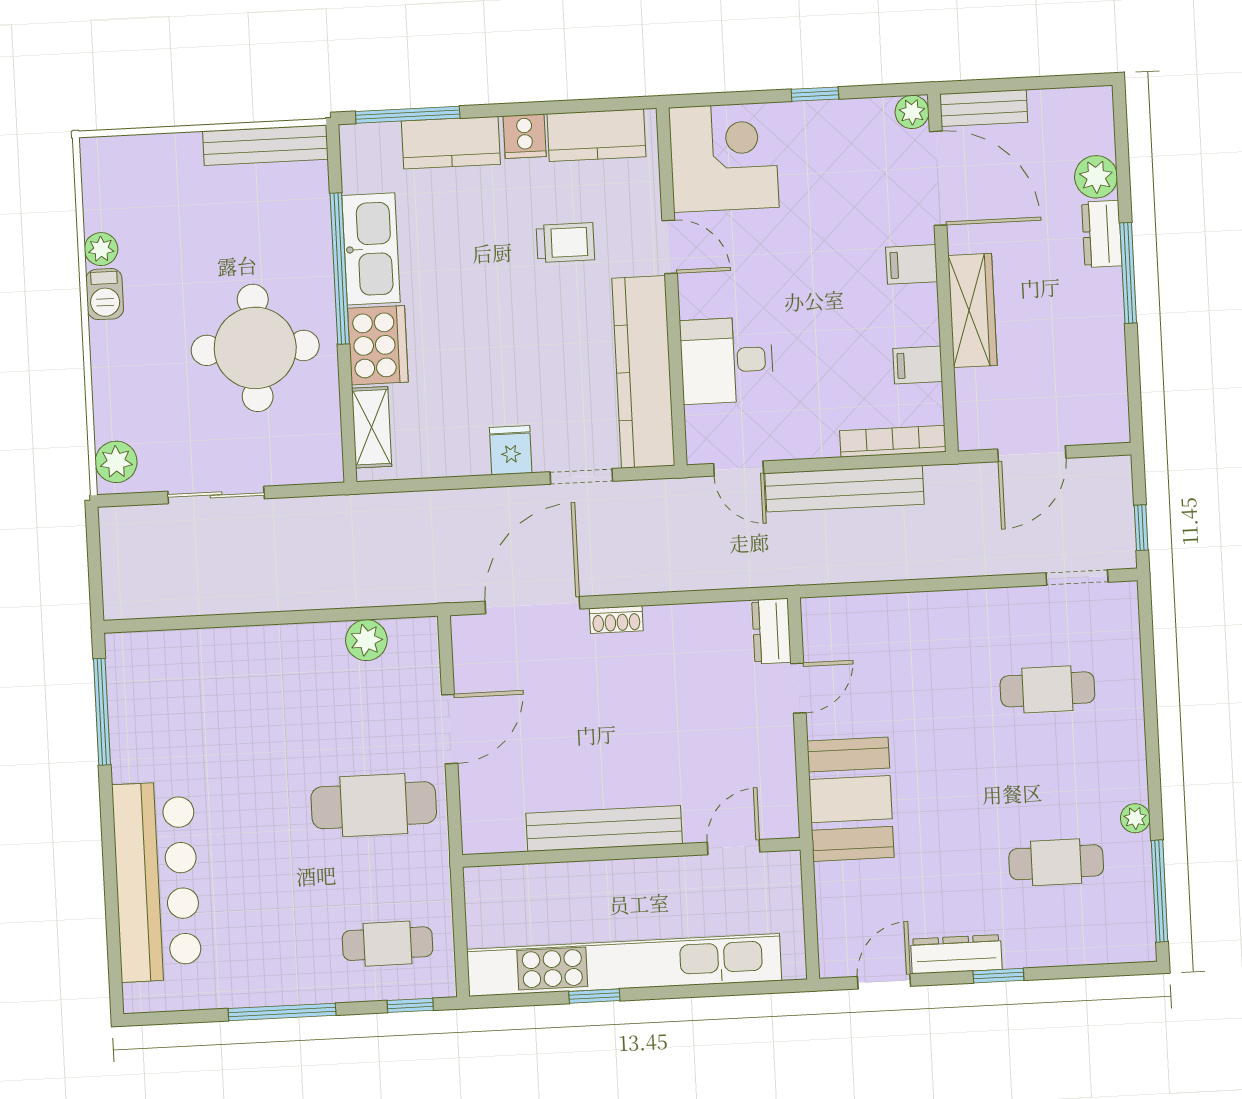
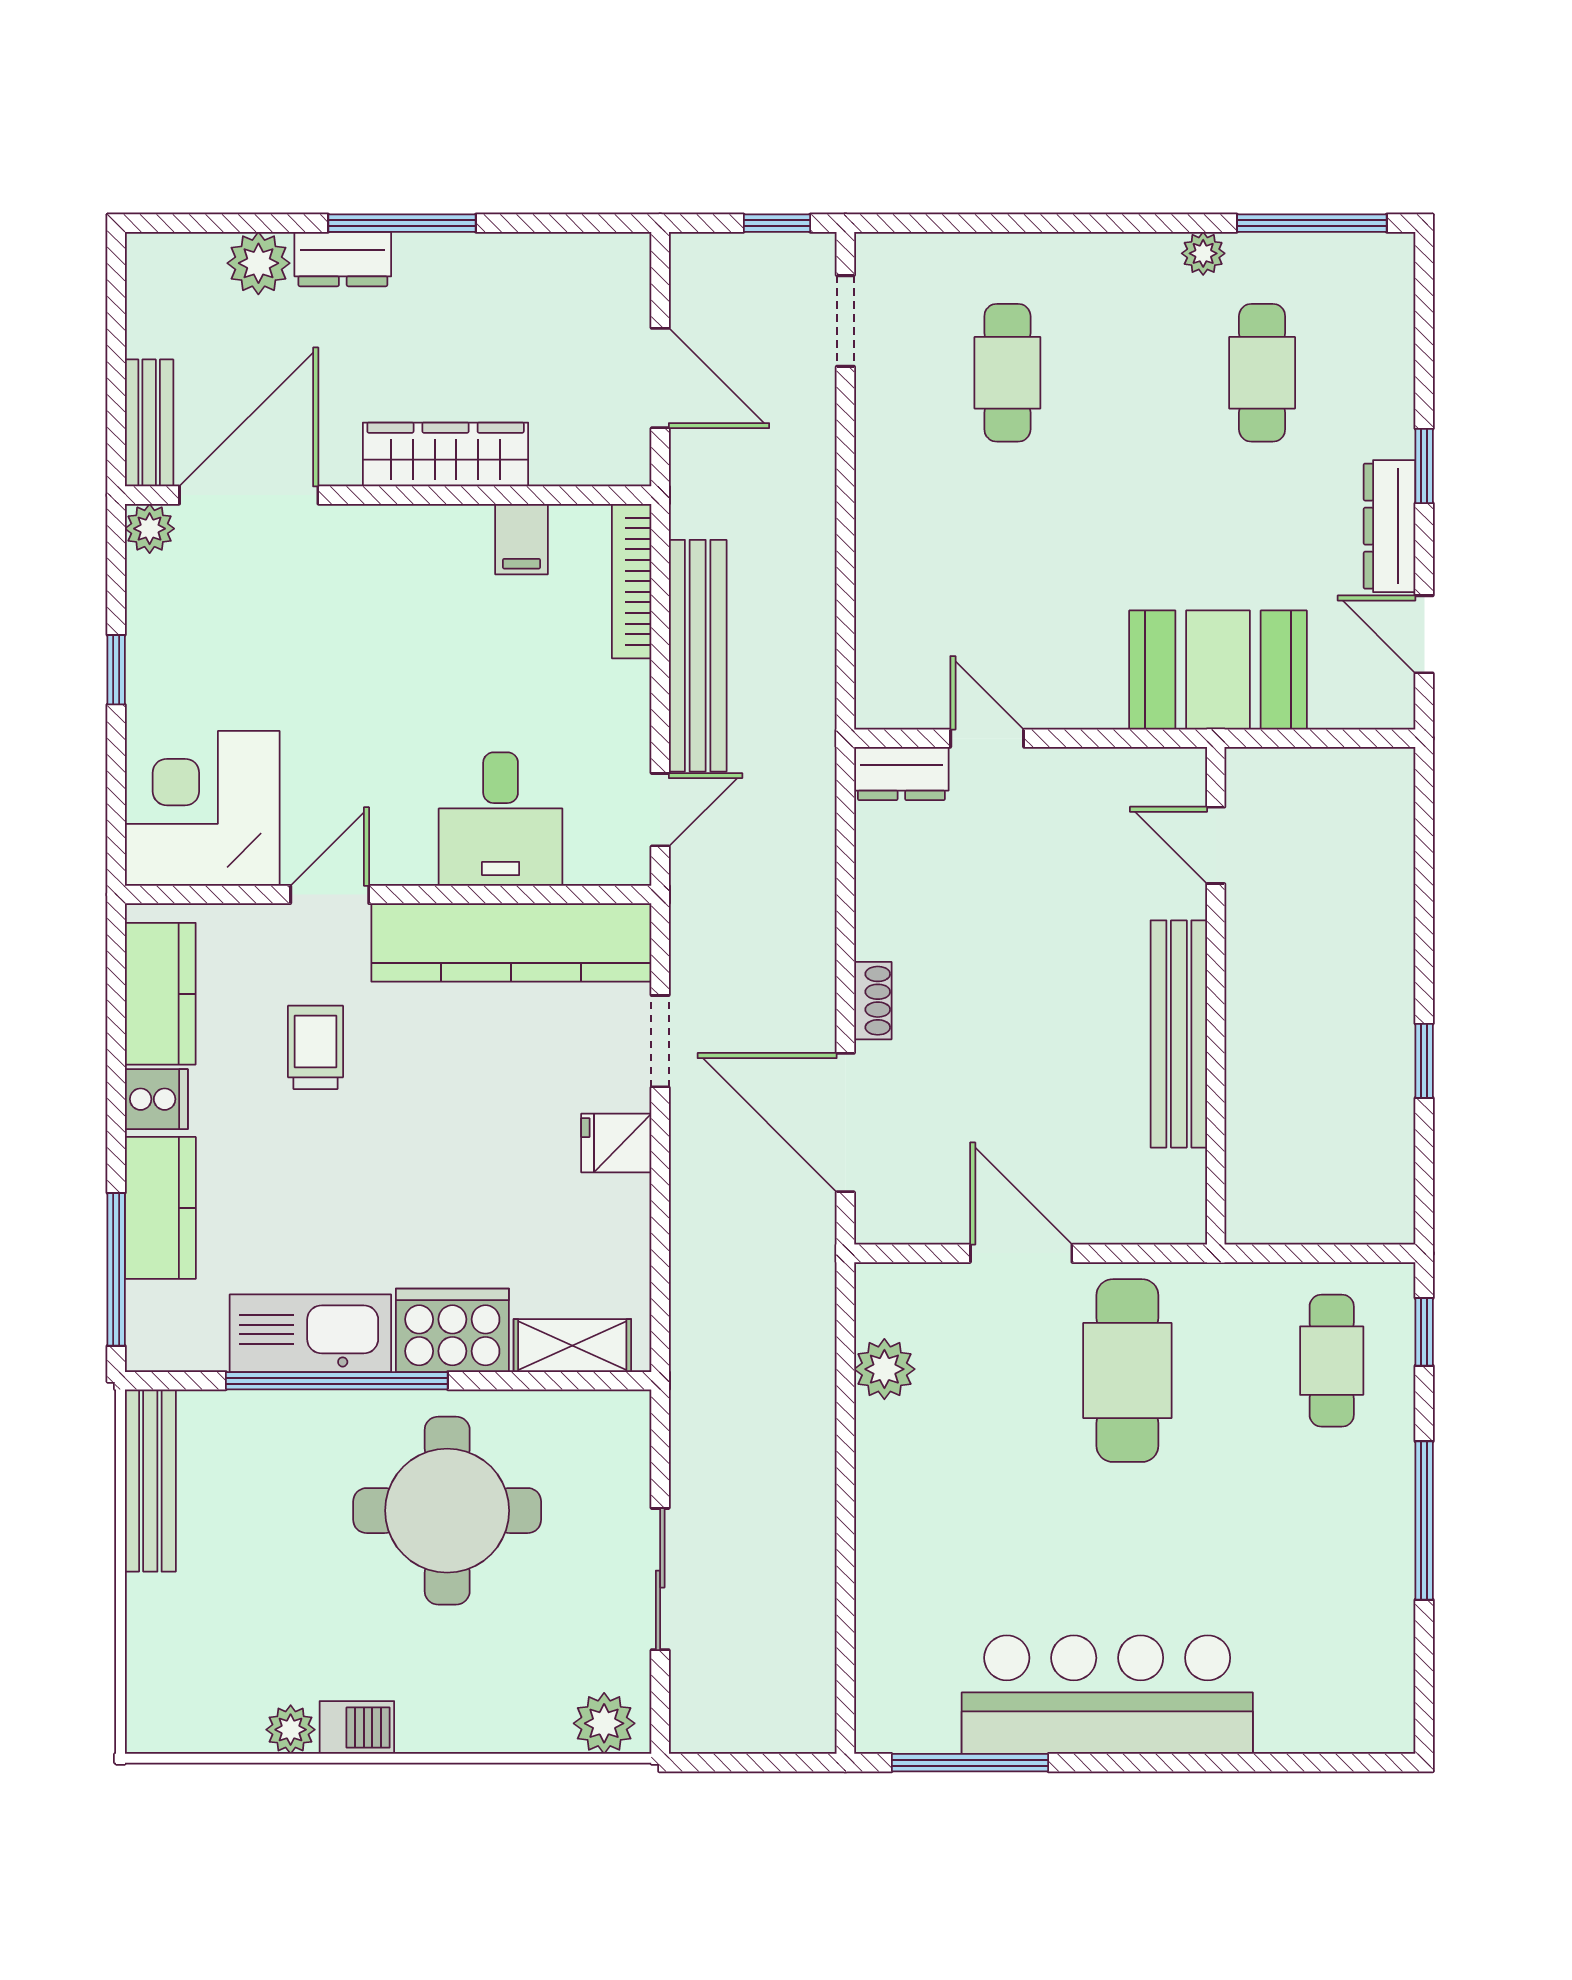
filing cabinet: (912, 264) -> (373, 541), removed
booth: (851, 799) -> (1218, 670), moved
bar counter: (157, 882) -> (1107, 1695), moved
kitchen unit: (624, 965) -> (1381, 1015), removed

